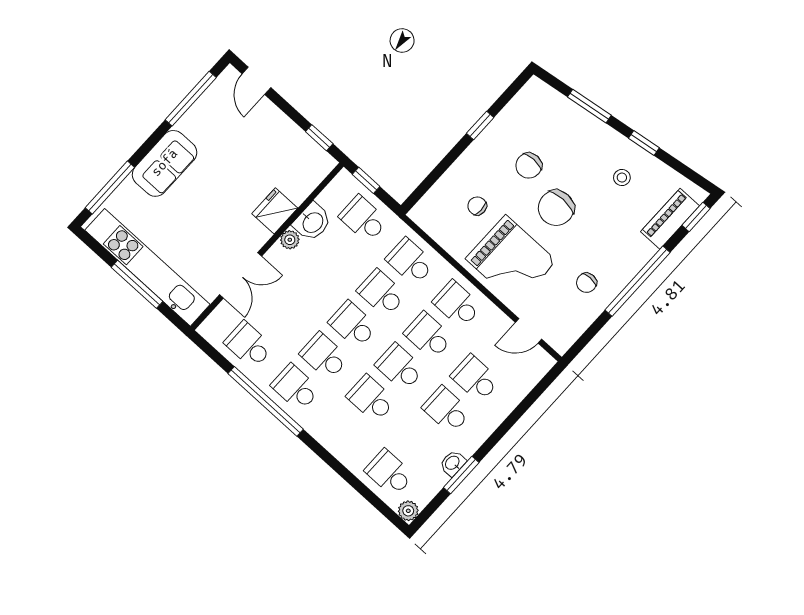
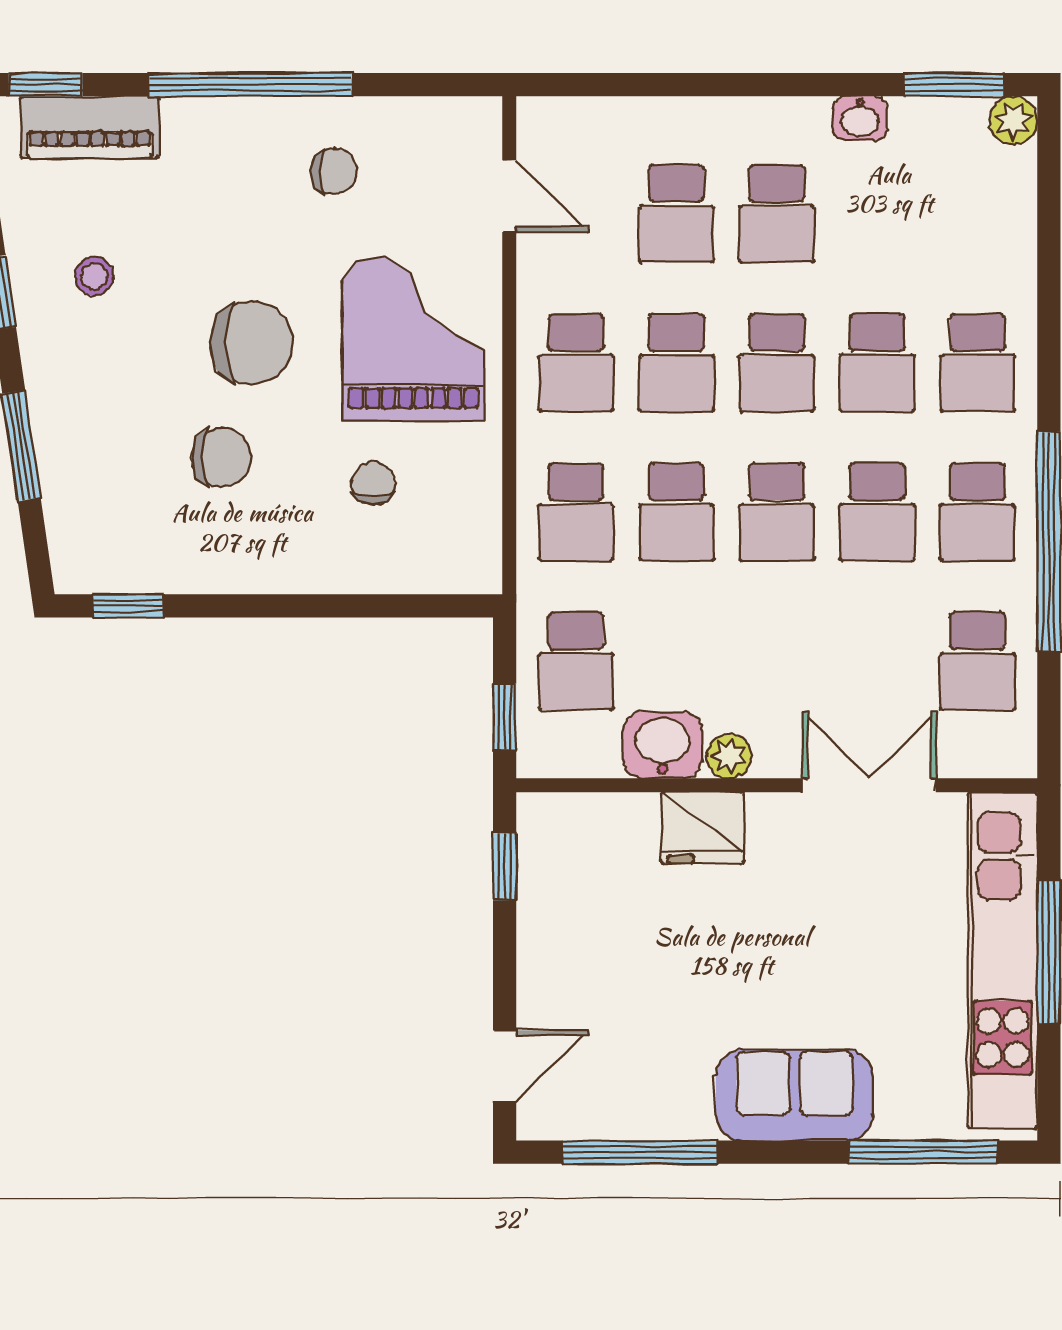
window: (480, 125) -> (128, 606), moved
chair: (477, 206) -> (373, 483), turned 180
school desk: (389, 473) -> (978, 363), moved
window: (461, 475) -> (954, 85), moved

